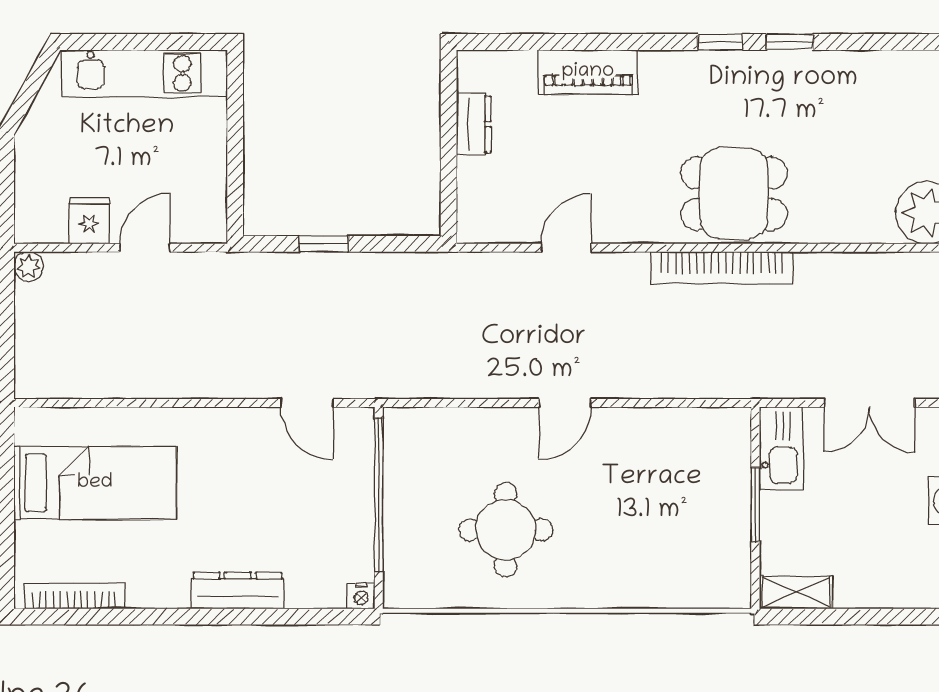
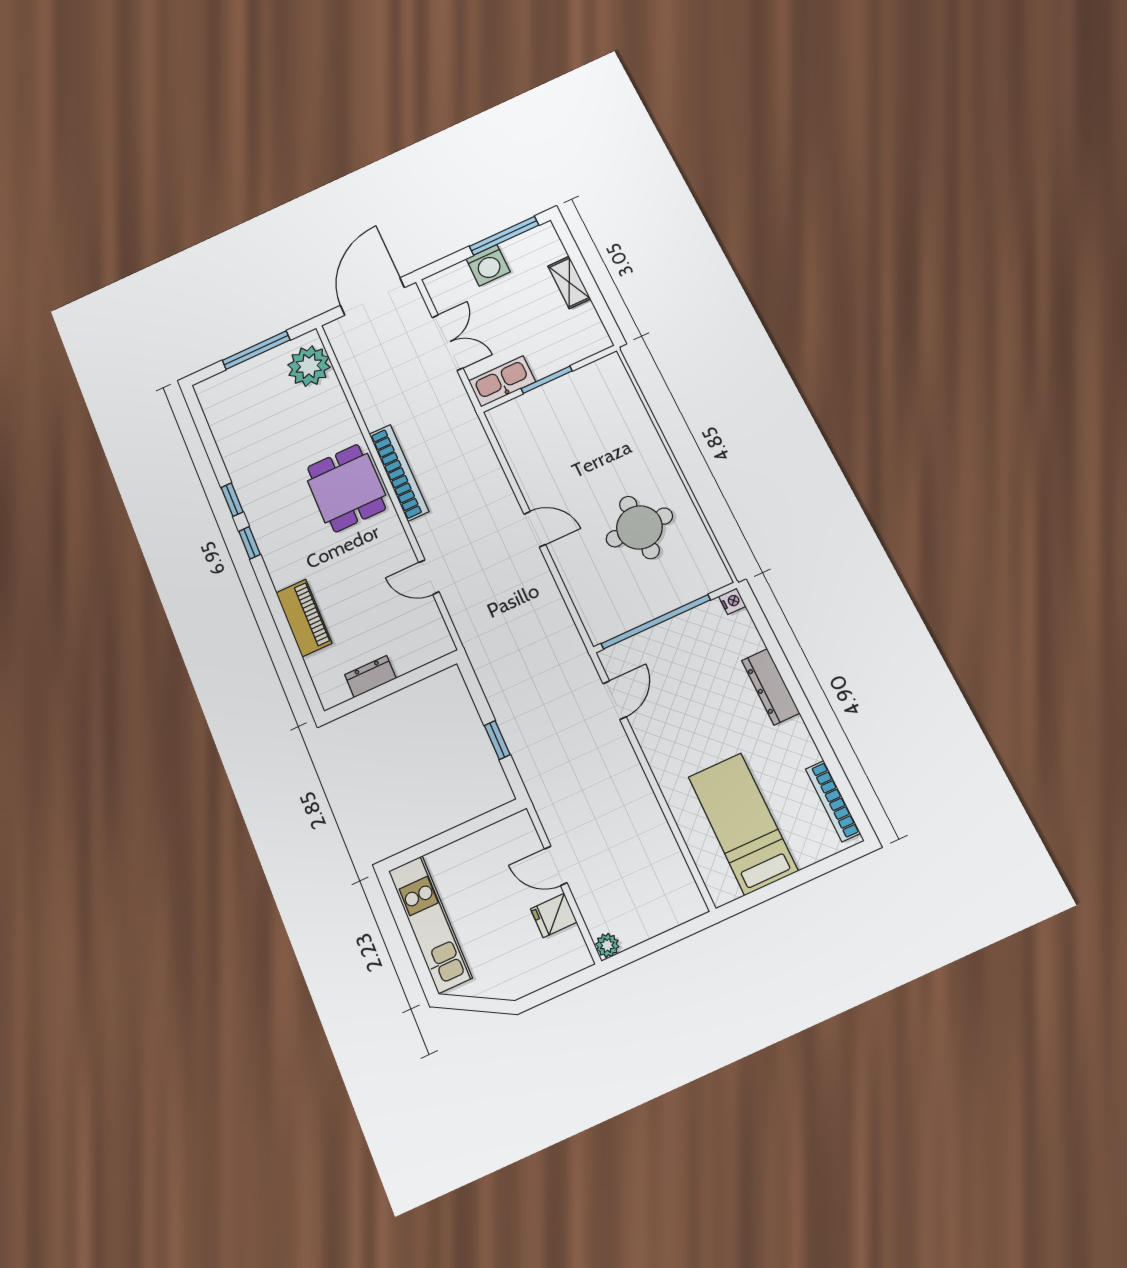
shelving: (796, 592) -> (569, 282), moved

